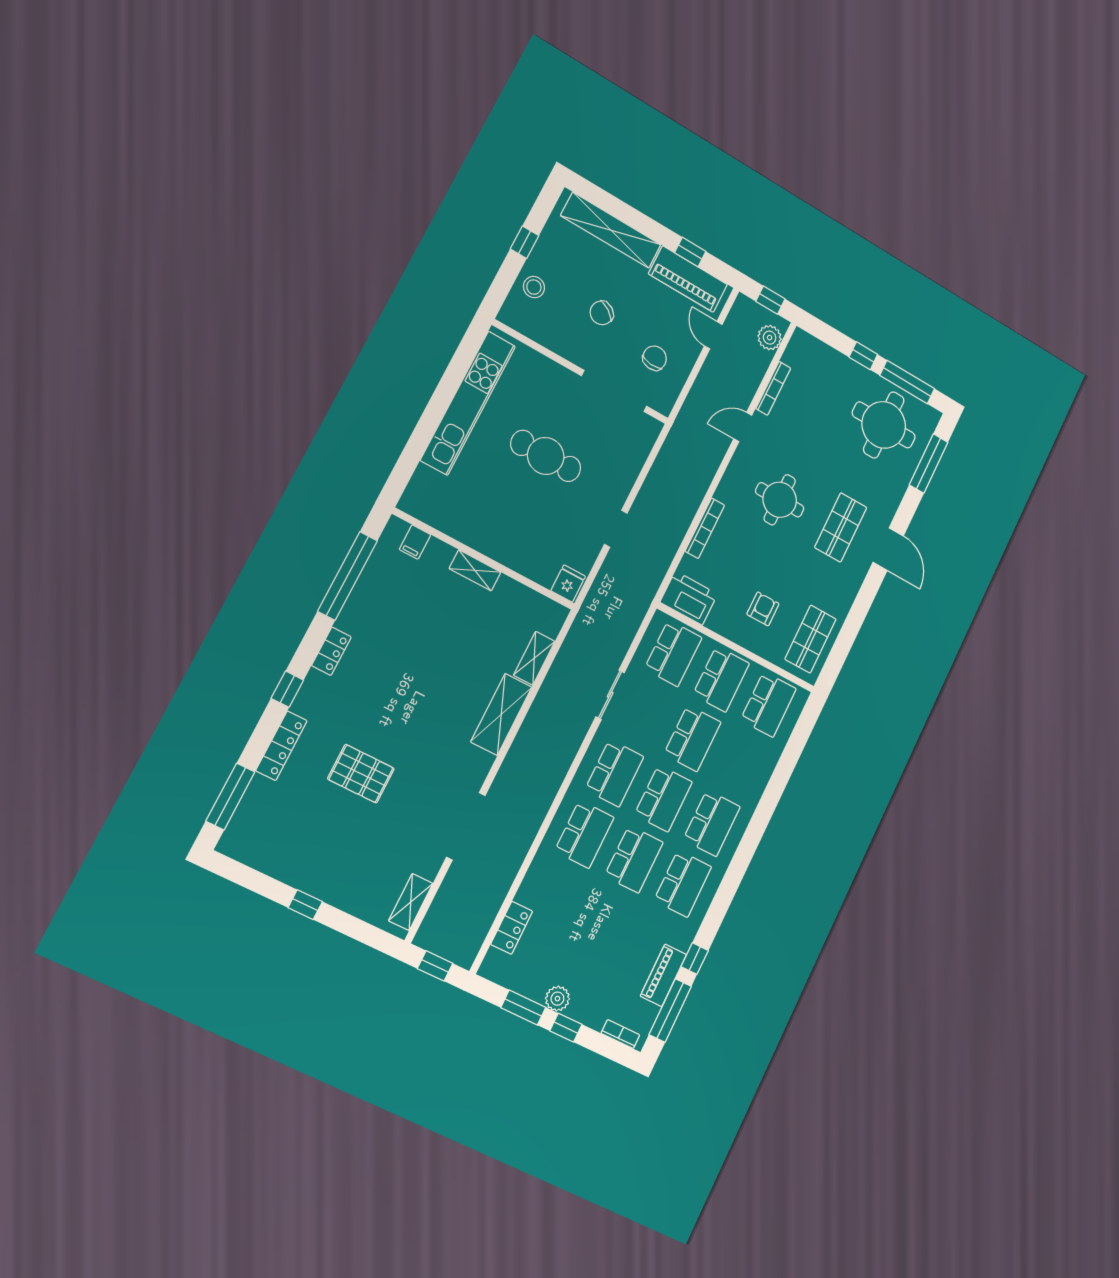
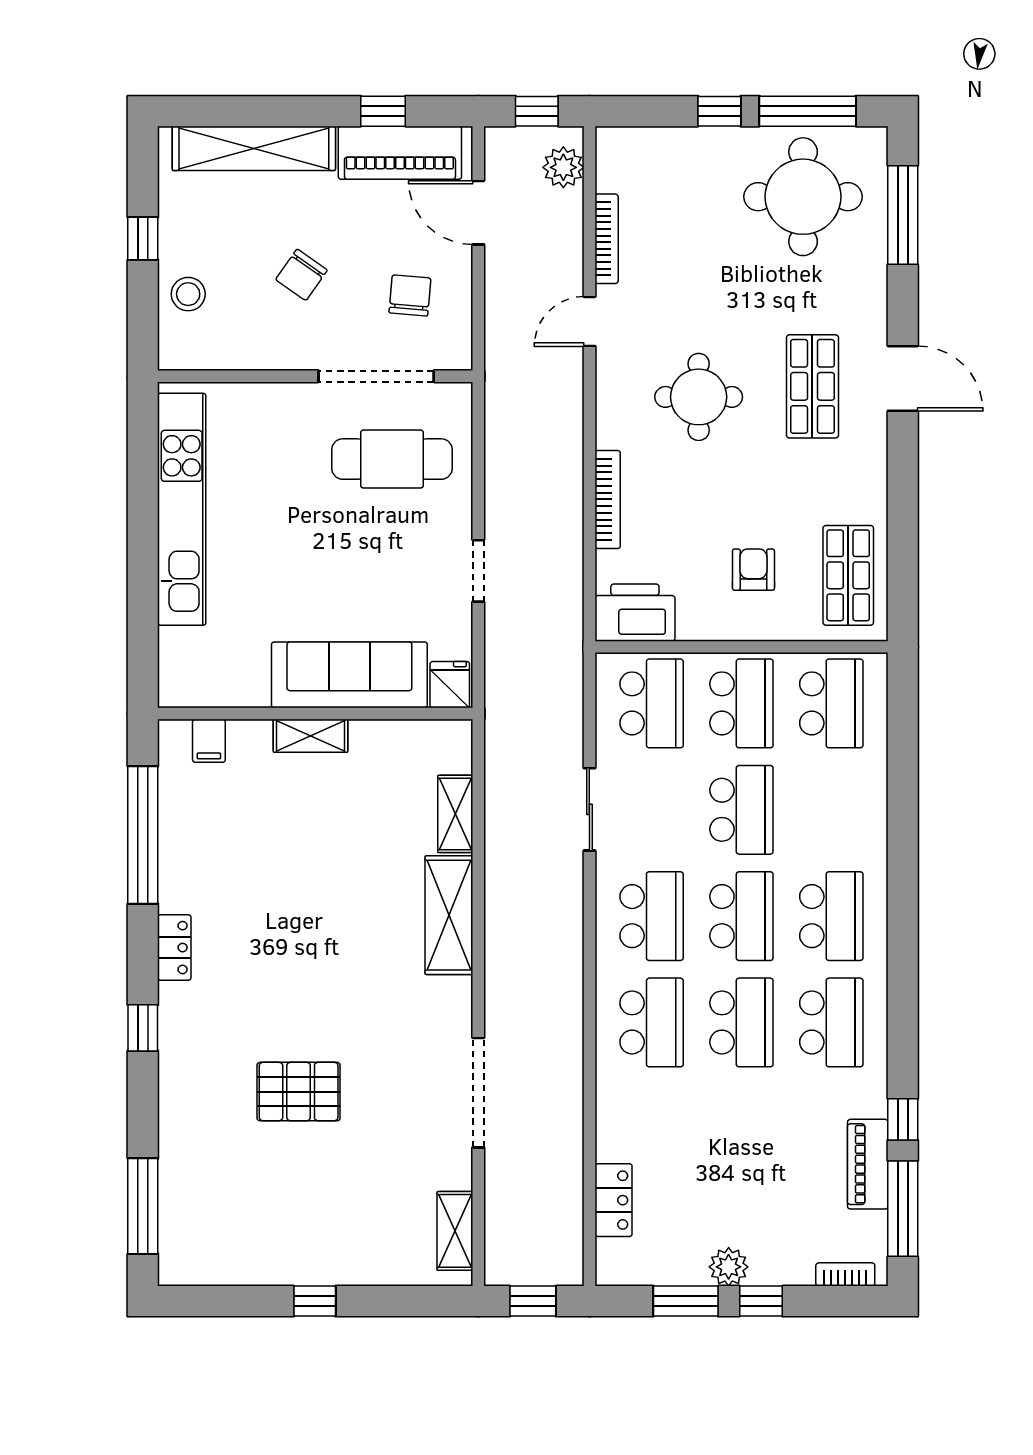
door: (713, 335) -> (478, 213), width x1.38
cafe table: (546, 456) -> (392, 459), moved
sofa: (515, 548) -> (349, 675), added
locker: (281, 746) -> (174, 1107), removed

